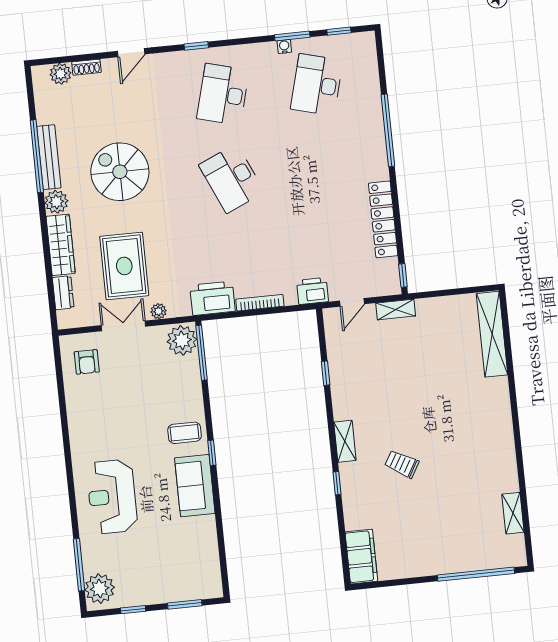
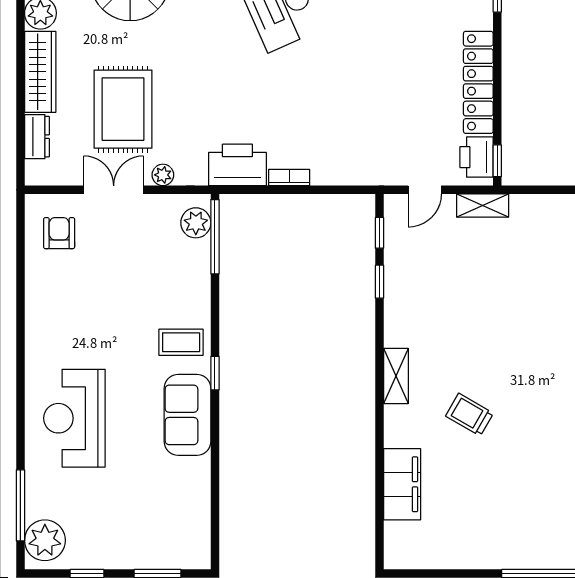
printer: (313, 291) -> (477, 157), moved, turned -90
bookcase: (260, 303) -> (289, 177), width x0.64
plant: (182, 340) -> (196, 223), width x0.73, depth x0.73
armchair: (87, 362) -> (59, 233), turned 180
window: (337, 483) -> (379, 233), moved
filing cabinet: (361, 557) -> (402, 484), moved

